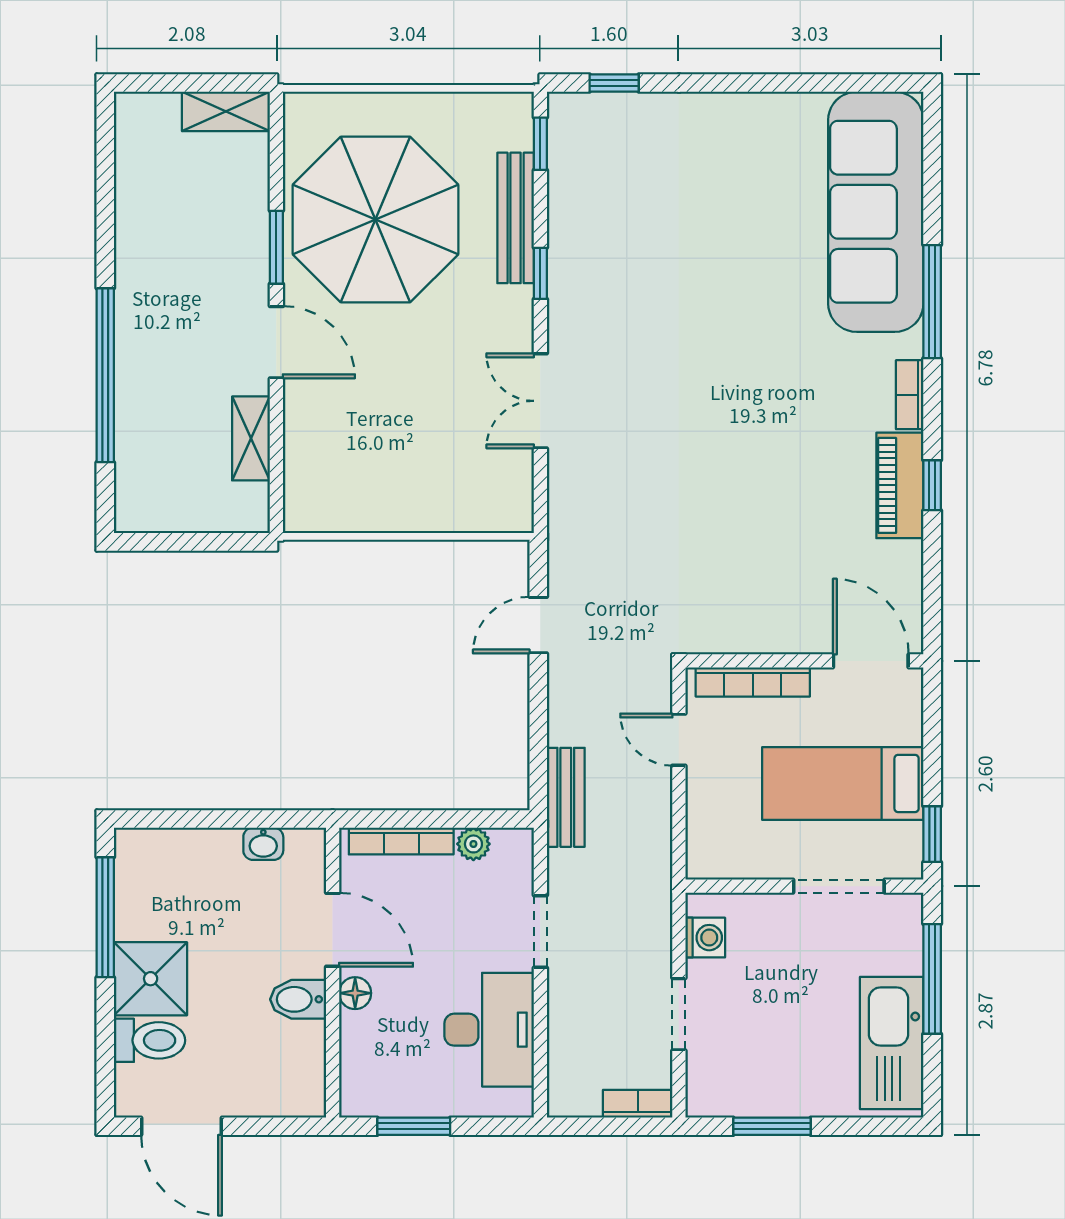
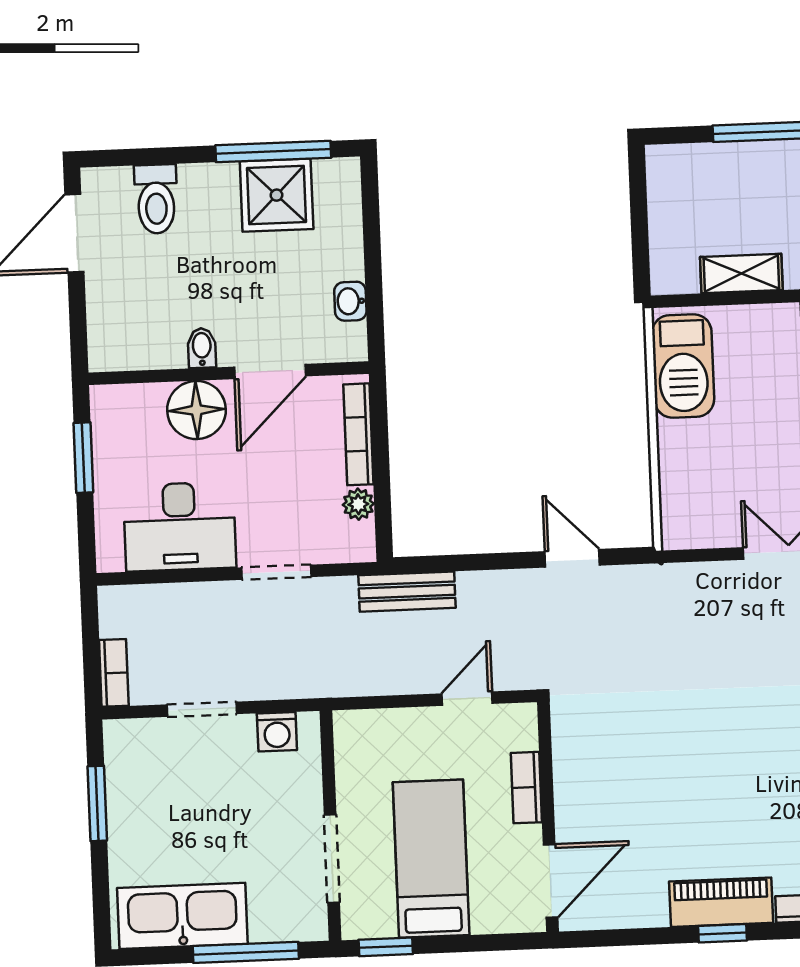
barbecue: (344, 503) -> (683, 366), added
bookcase: (753, 682) -> (526, 788), width x0.64
shower: (151, 979) -> (277, 195), moved
floor lamp: (355, 993) -> (196, 410), width x1.89, depth x1.89
bidet: (298, 999) -> (202, 348), width x0.72, depth x0.74

